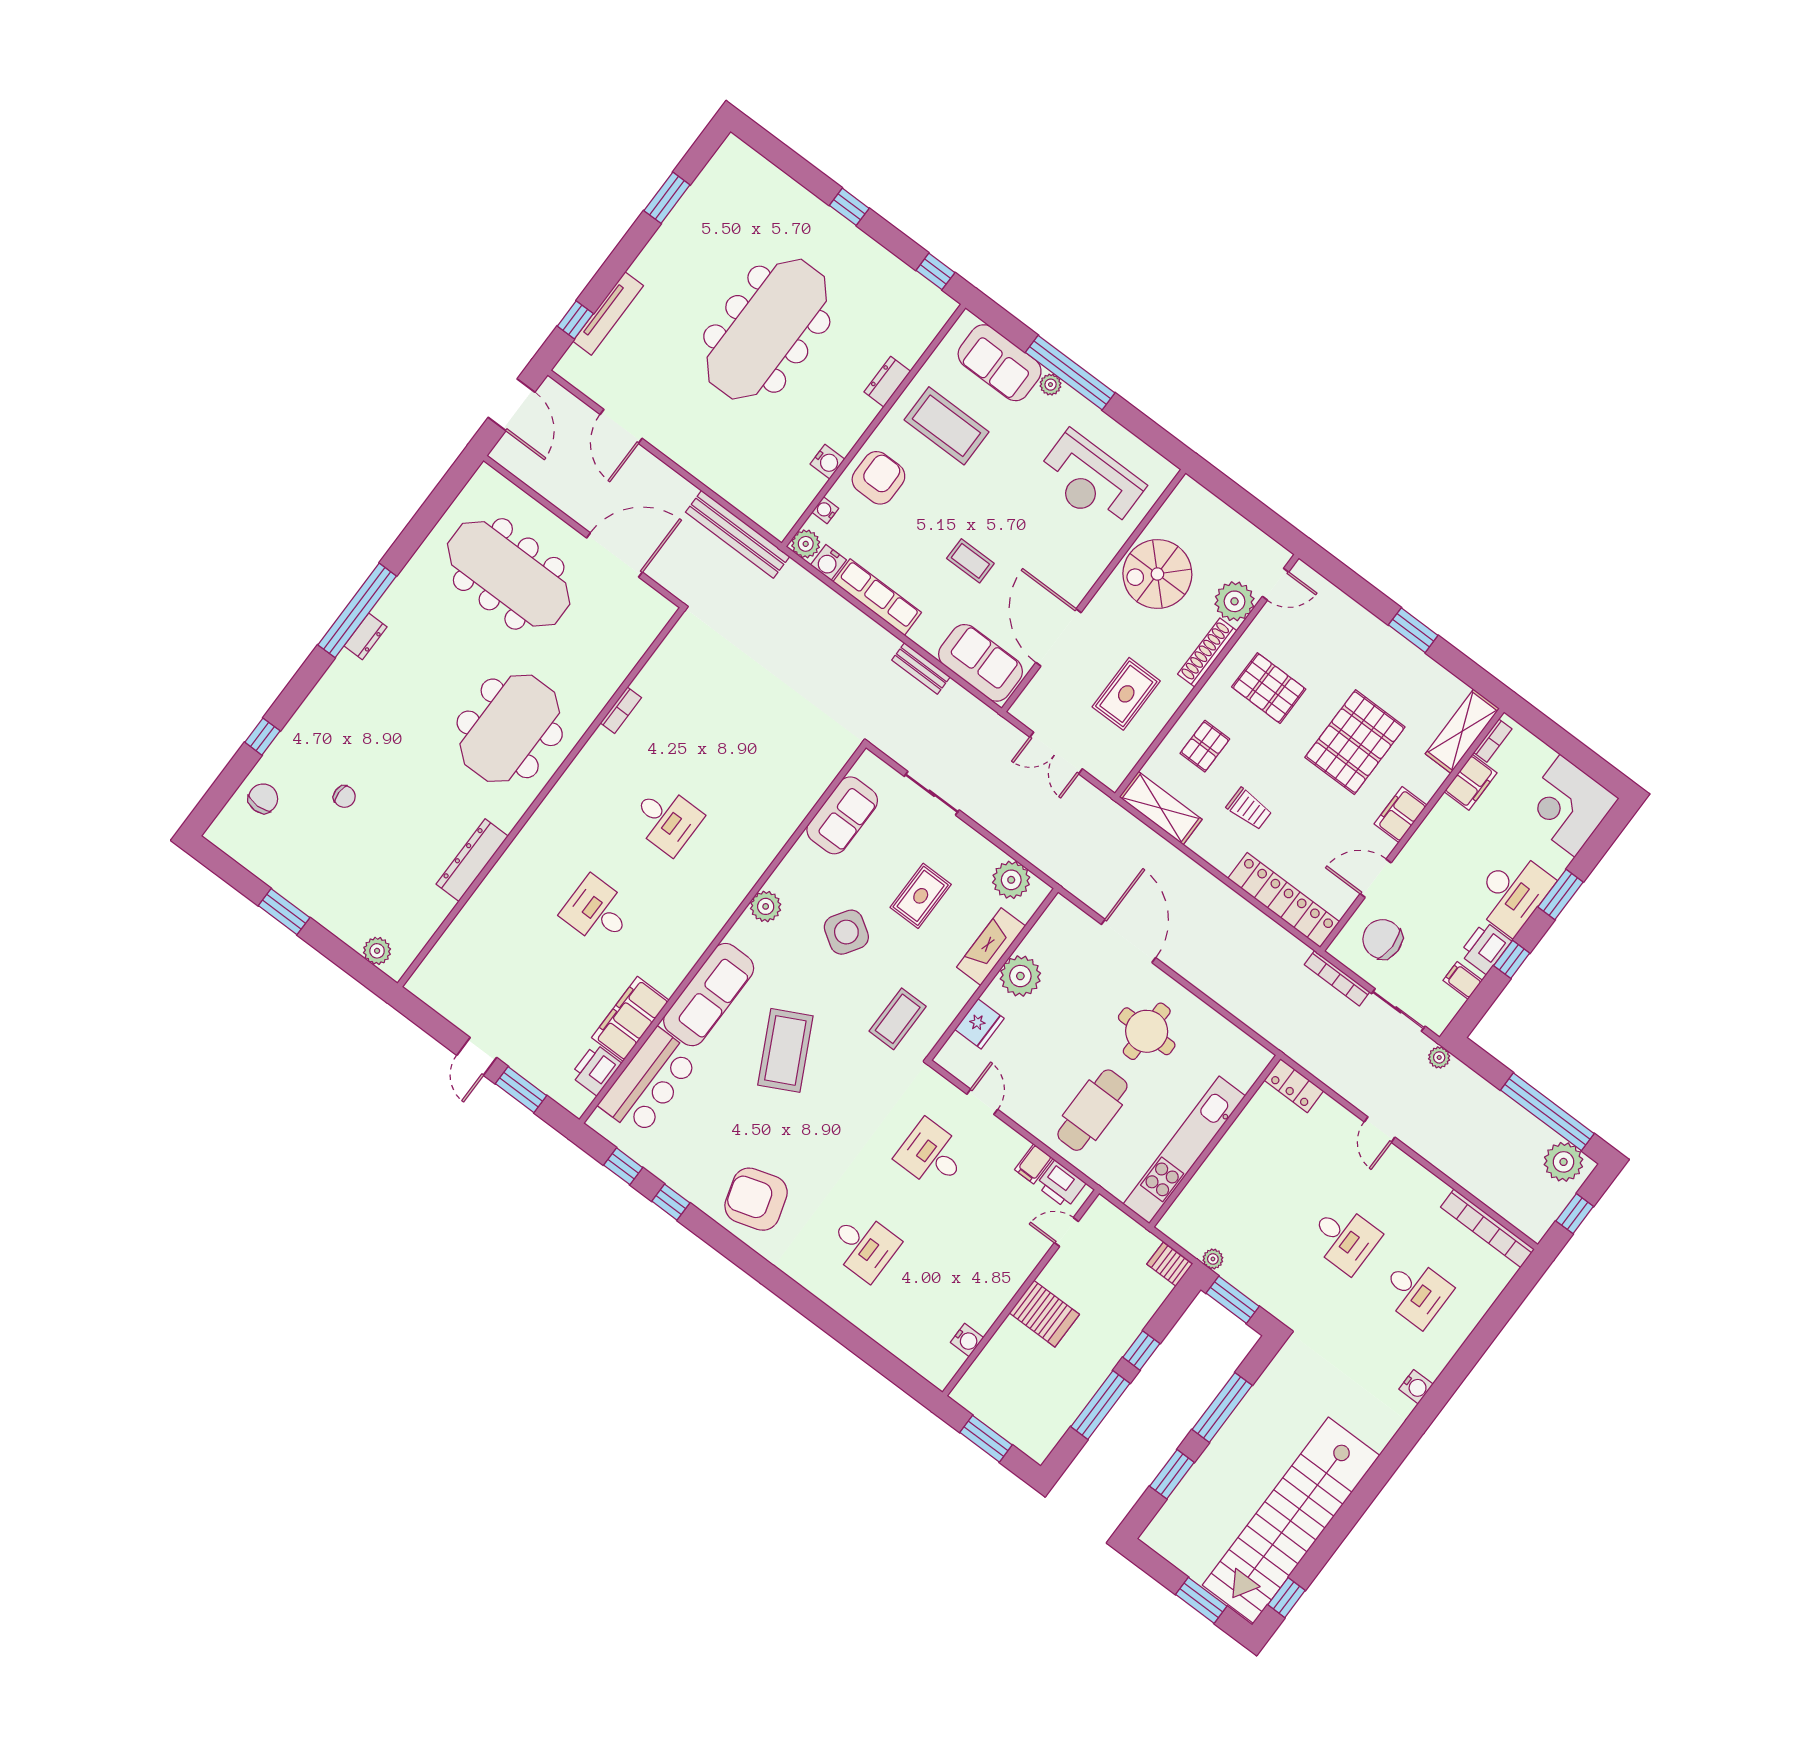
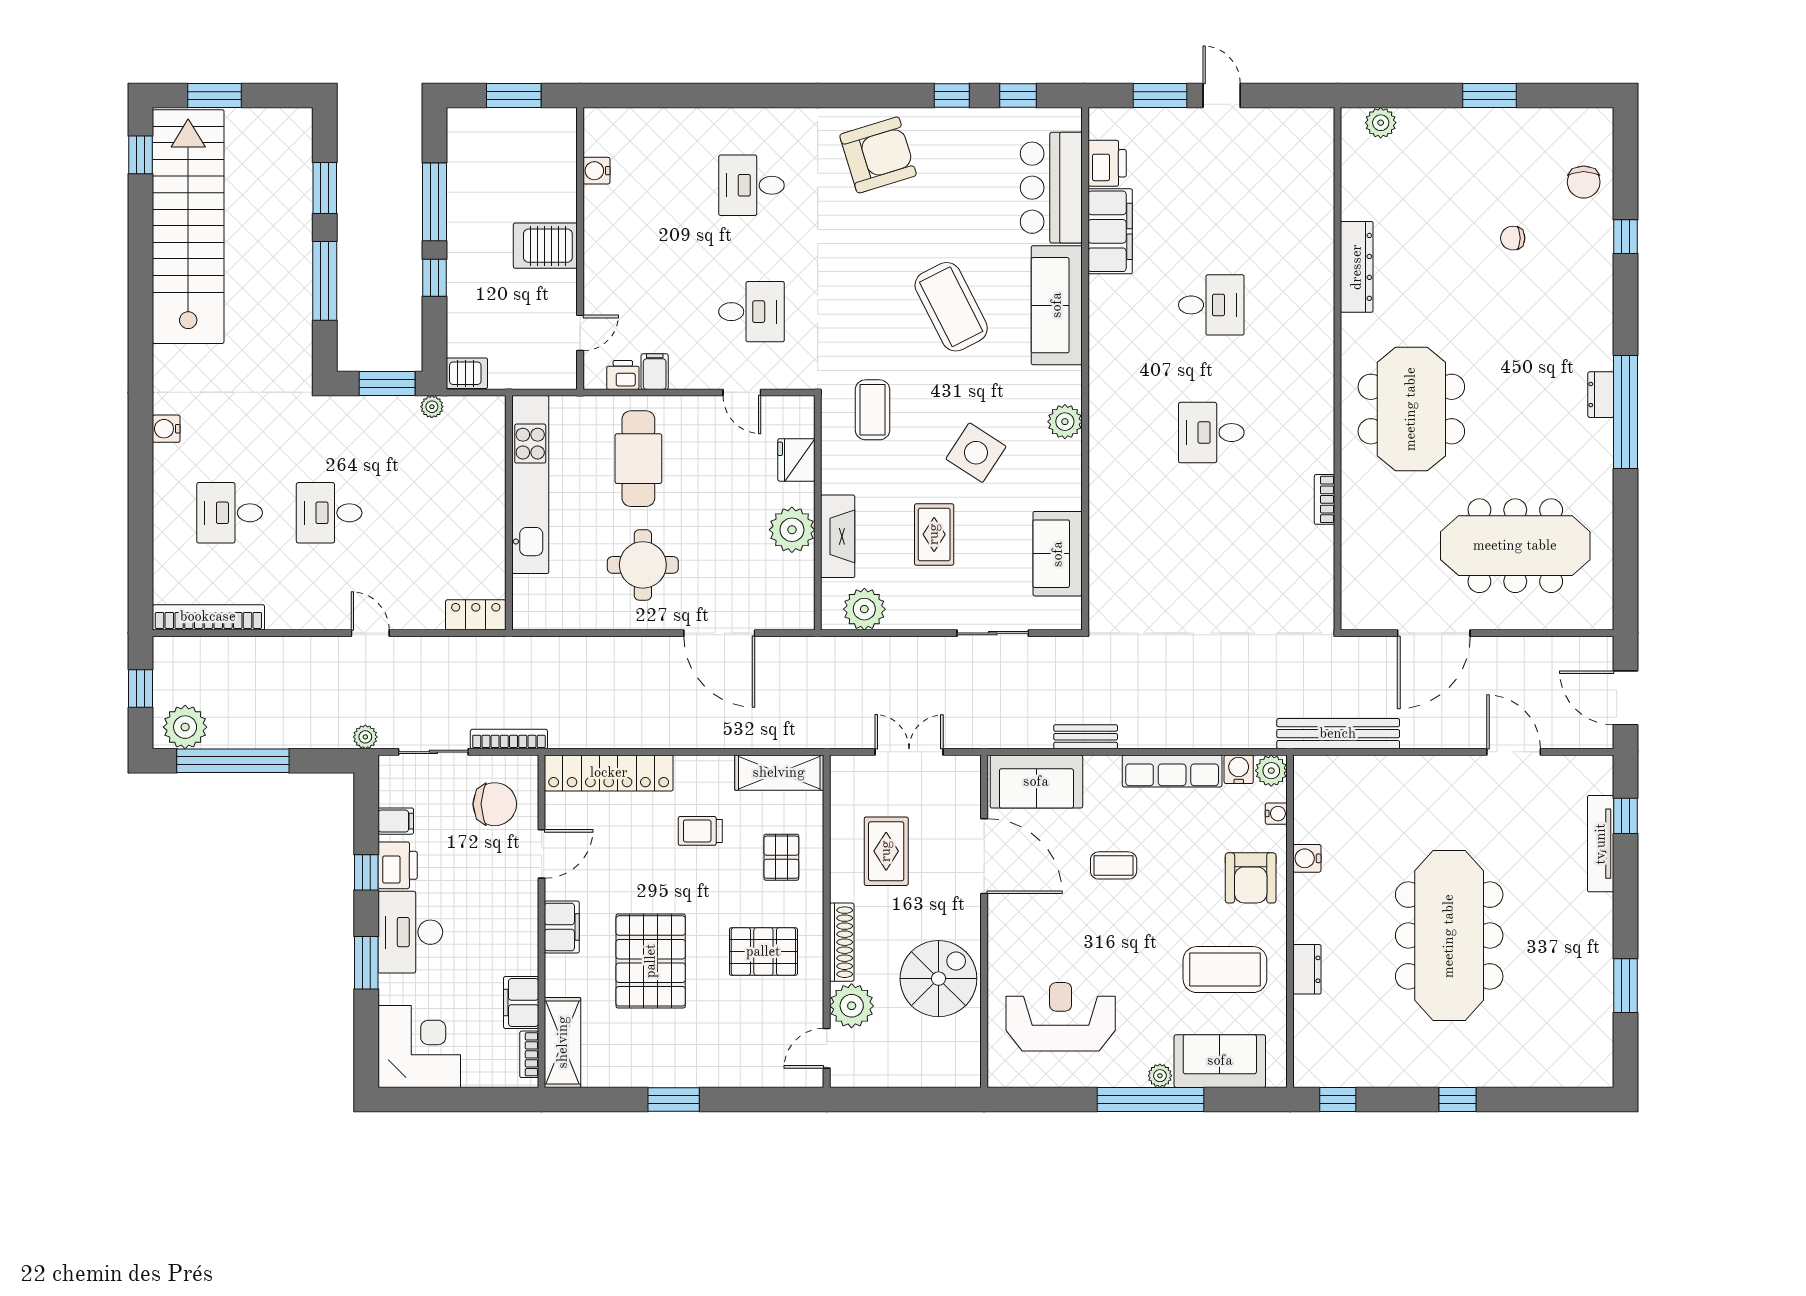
printer: (1061, 1184) -> (623, 375), width x0.73, depth x0.81

